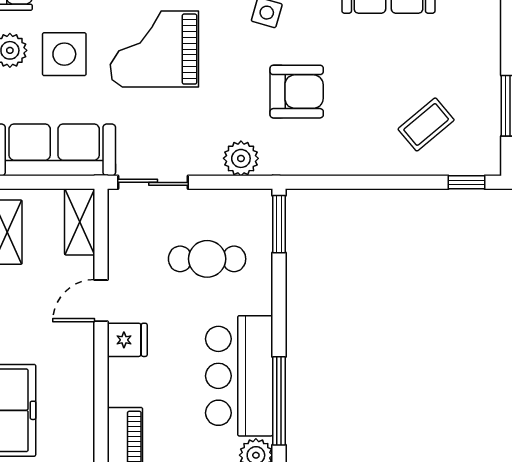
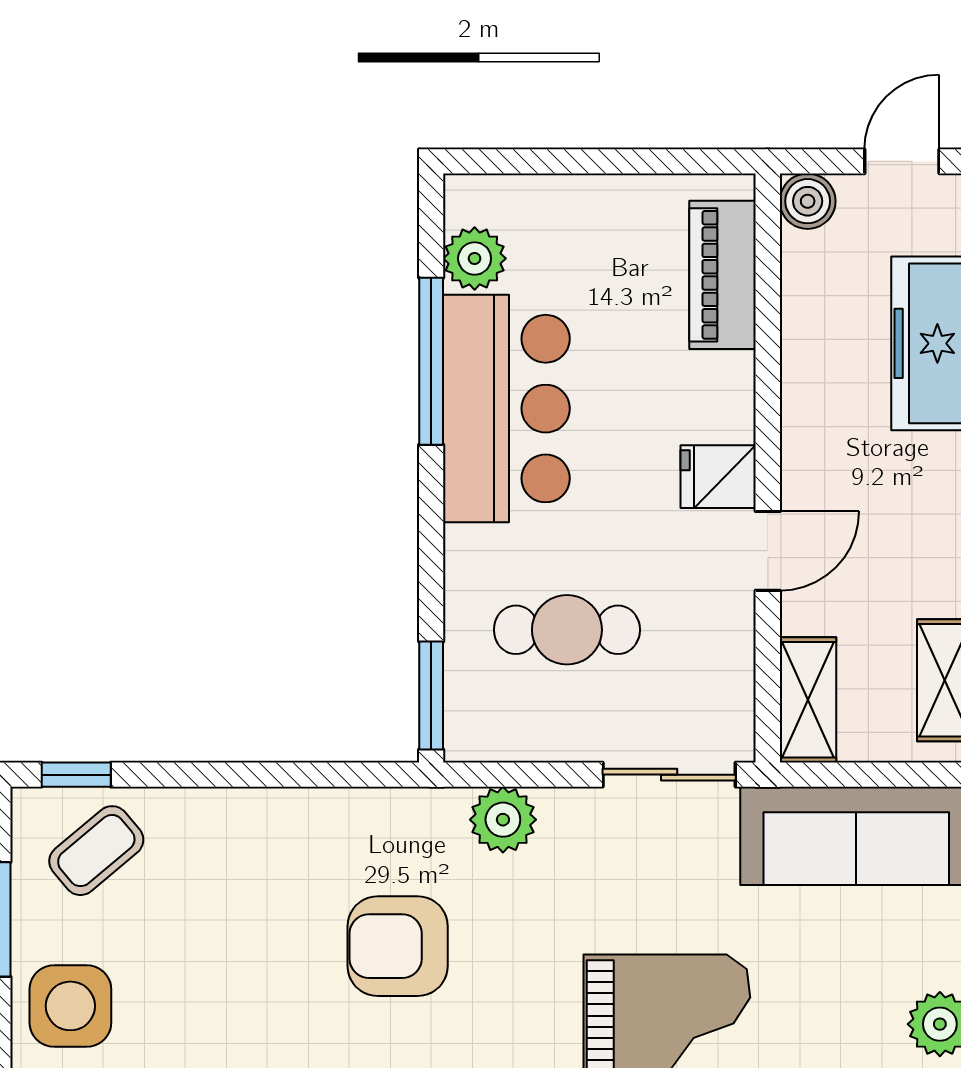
side table: (64, 54) -> (70, 1006), moved
coffee table: (426, 124) -> (96, 851), moved

